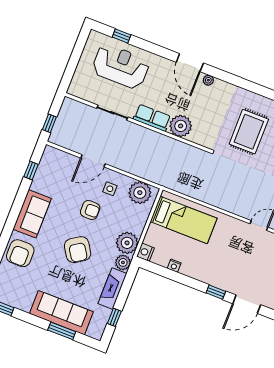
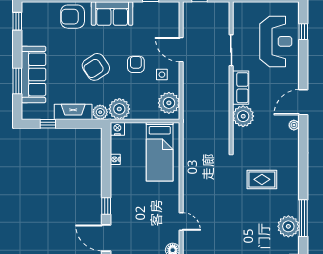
rug: (249, 132) -> (262, 179), width x0.73, depth x0.70
armchair: (90, 210) -> (136, 64), turned 180

